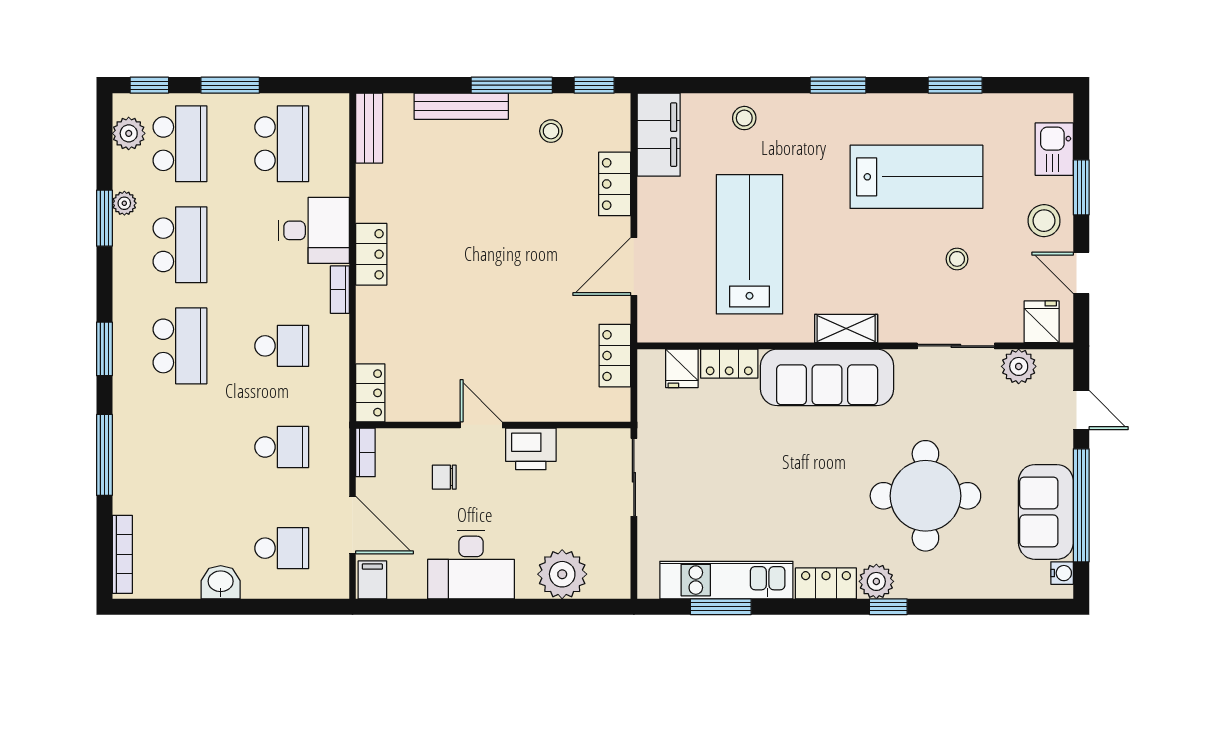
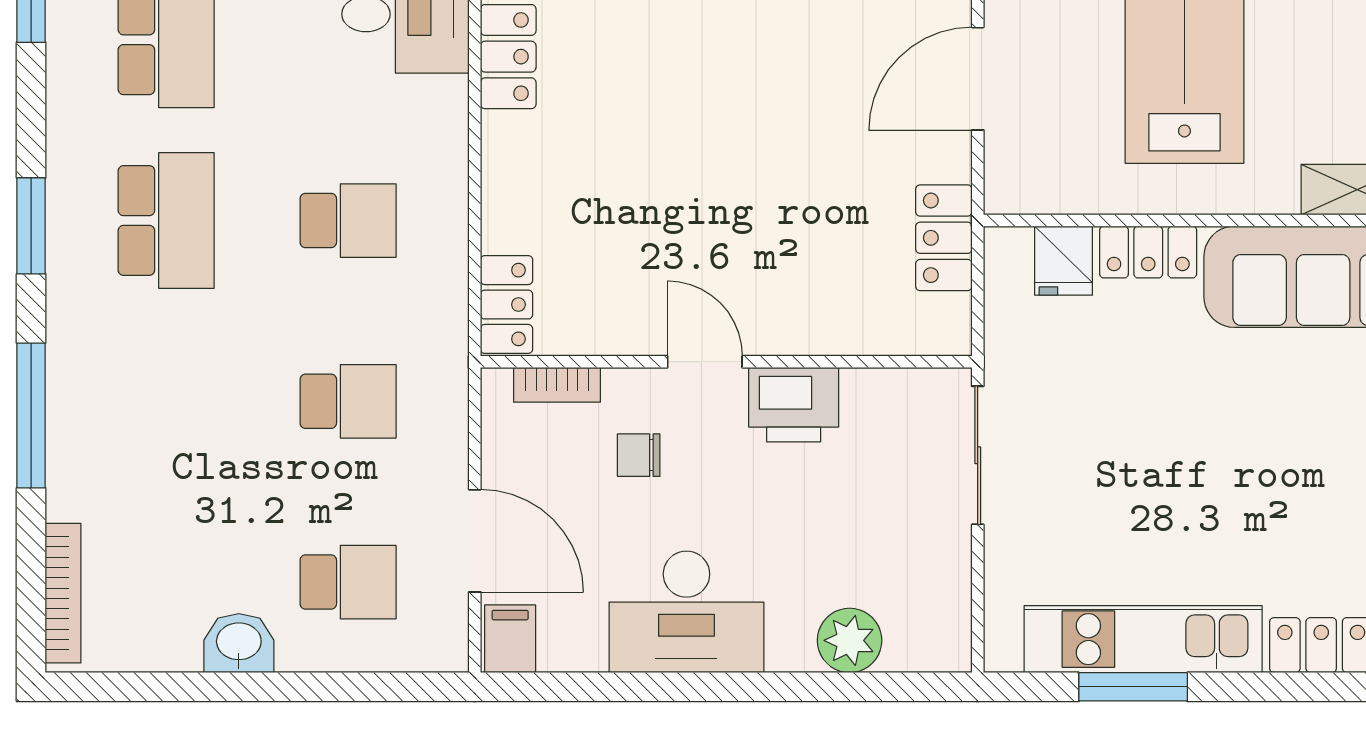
bookcase: (340, 290) -> (452, 120), removed
bookcase: (365, 452) -> (557, 385), moved, turned 90
plant: (562, 574) -> (850, 640), width x0.73, depth x0.73

